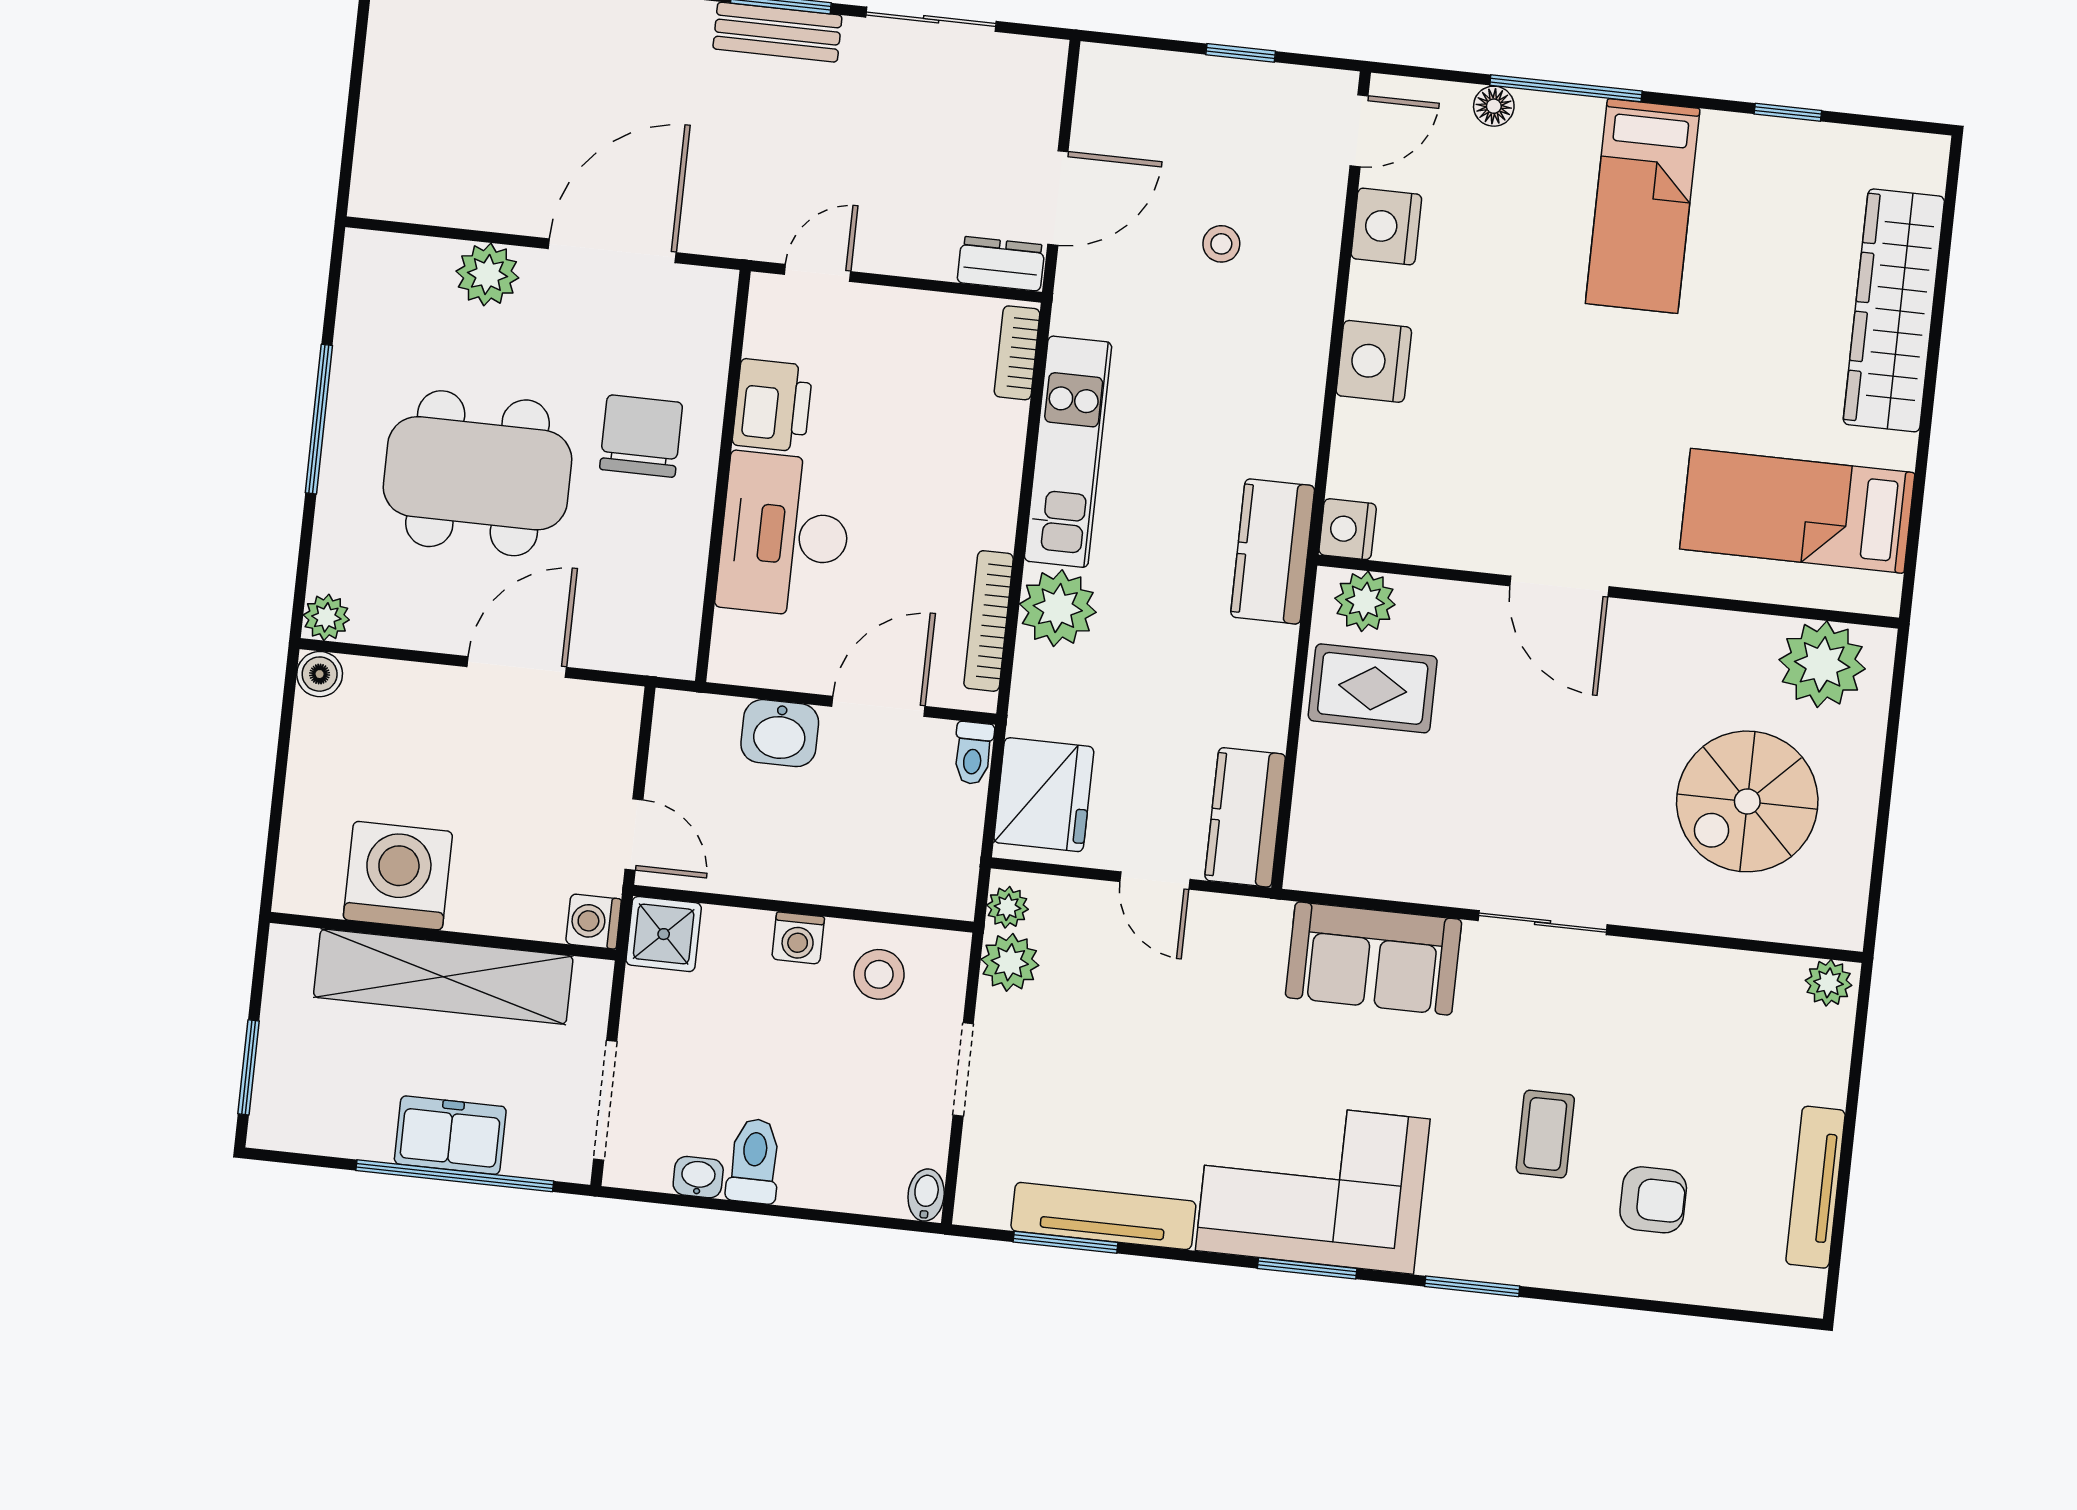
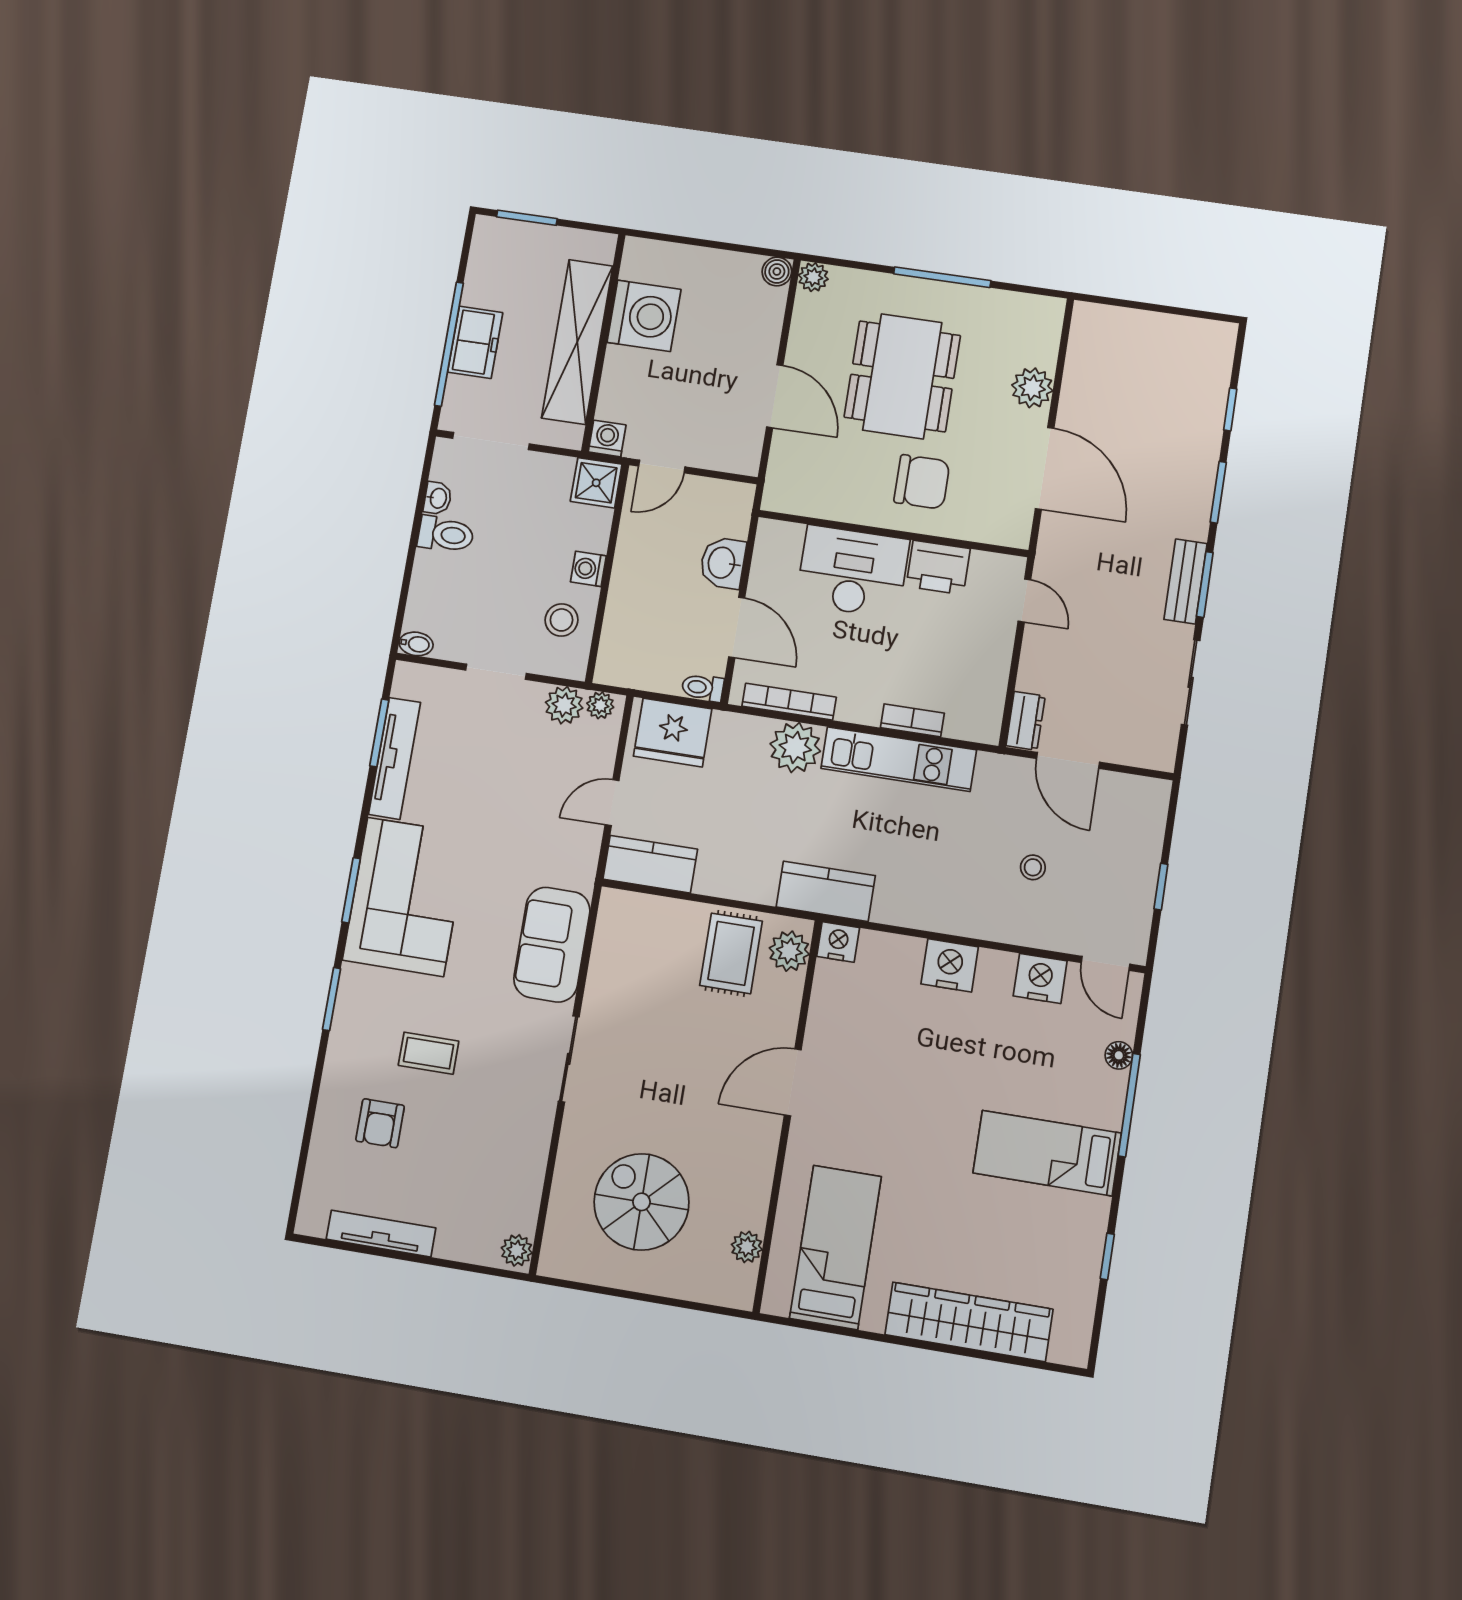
bookcase: (1017, 353) -> (912, 720), moved
plant: (1822, 664) -> (747, 1247), width x0.53, depth x0.53

